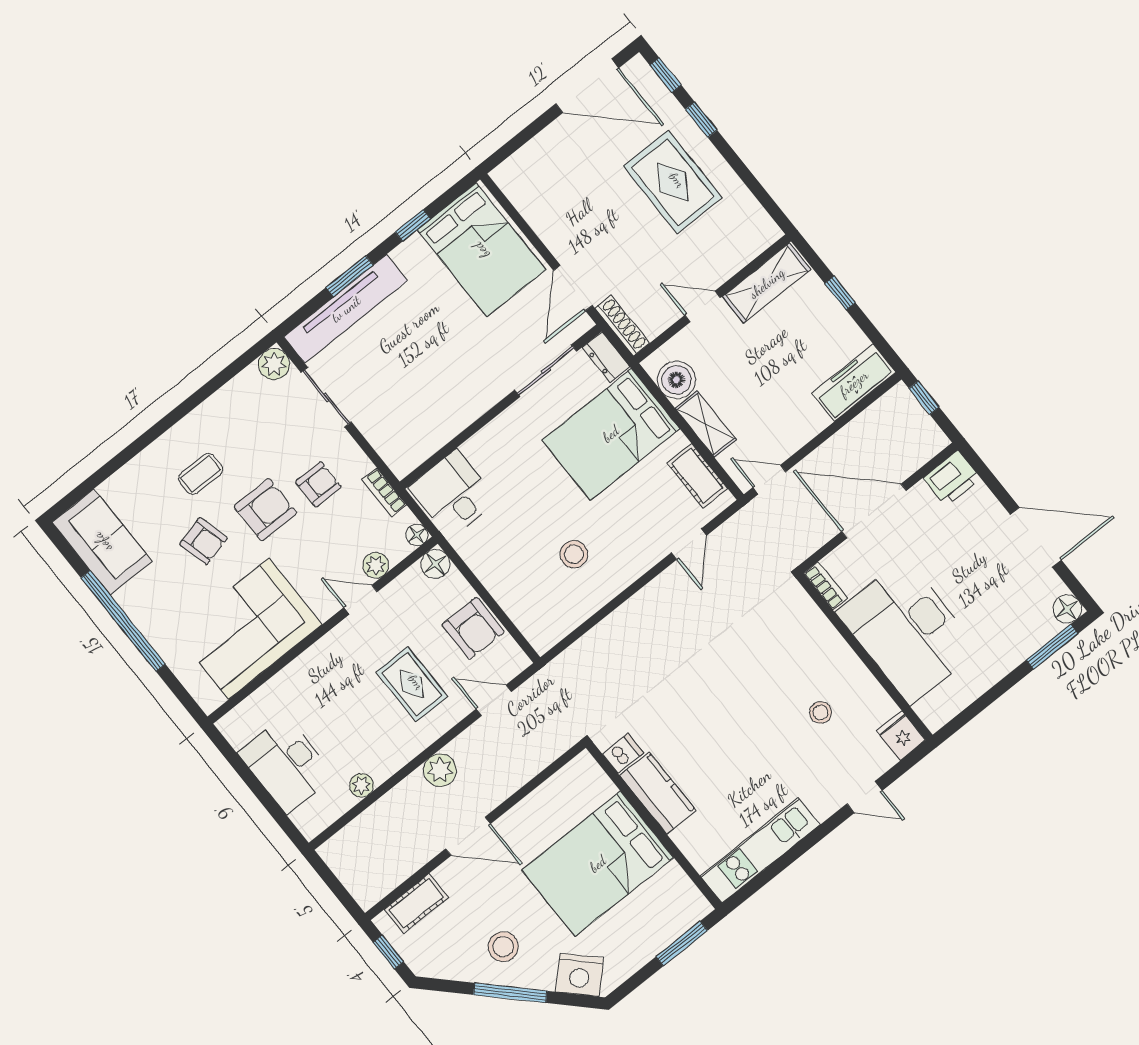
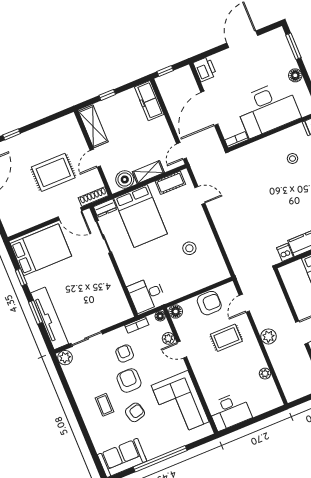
rug: (673, 182) -> (53, 172), moved
door: (361, 600) -> (182, 350), hinge flipped
floor lamp: (1067, 609) -> (295, 75), moved
desk: (286, 764) -> (230, 411), moved

